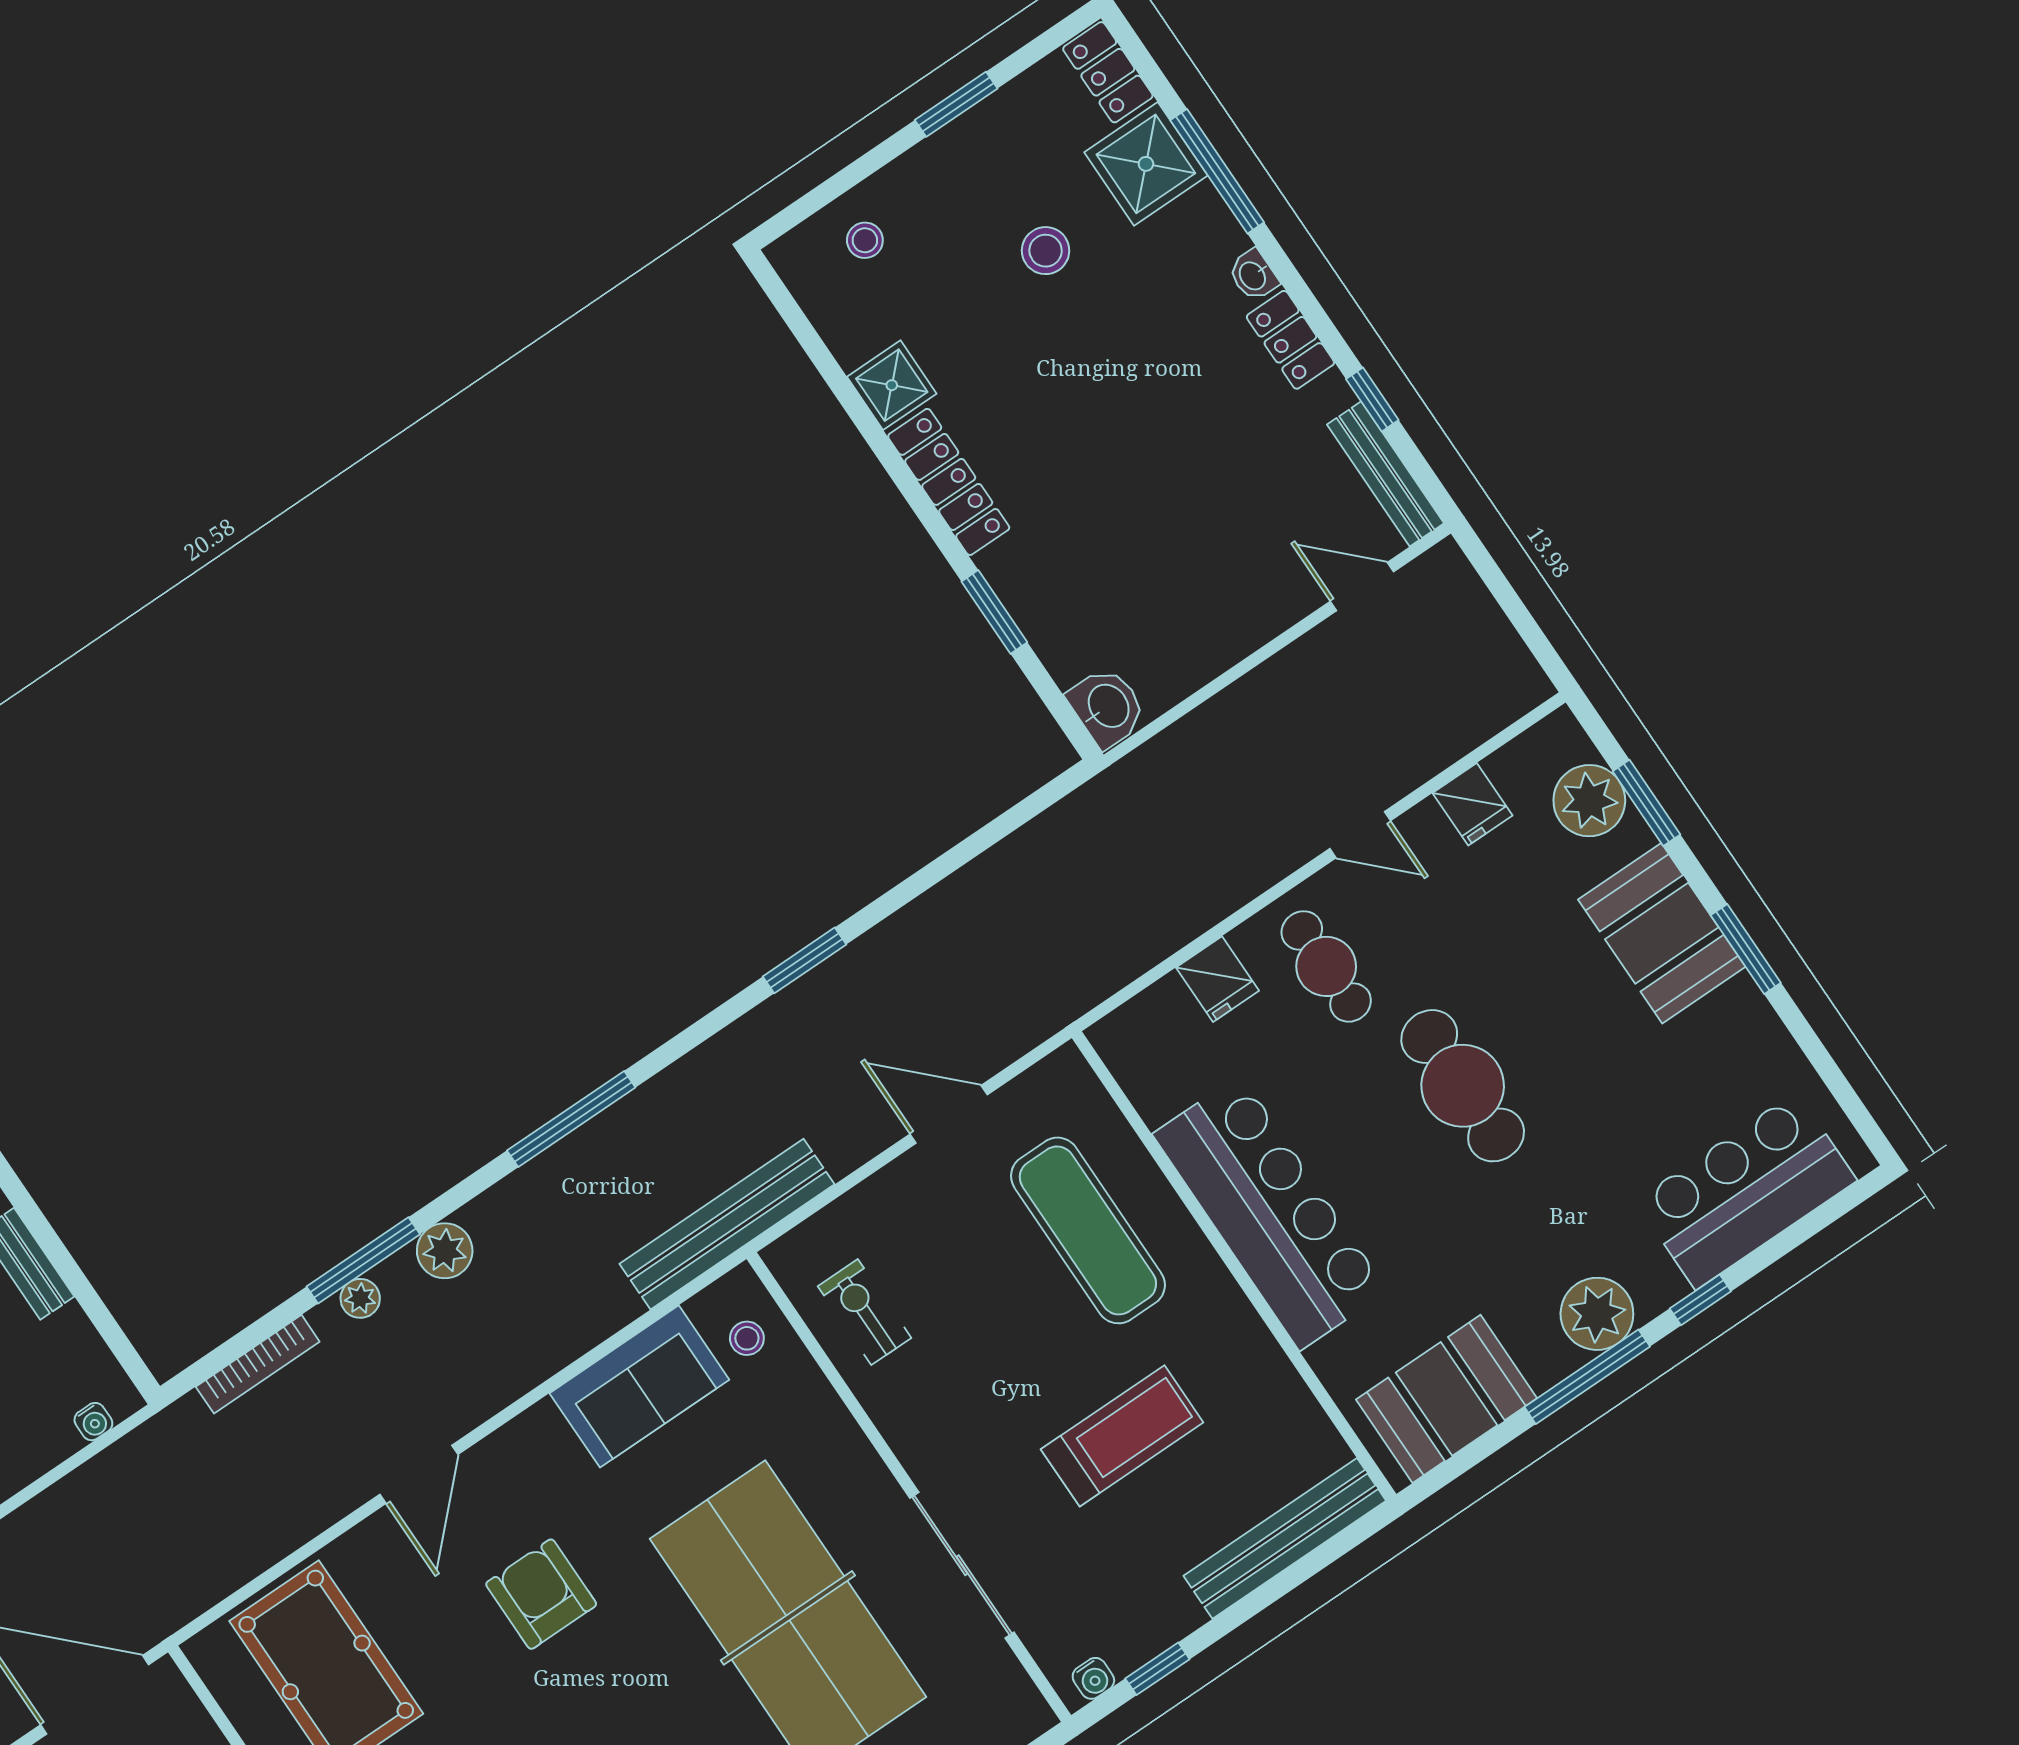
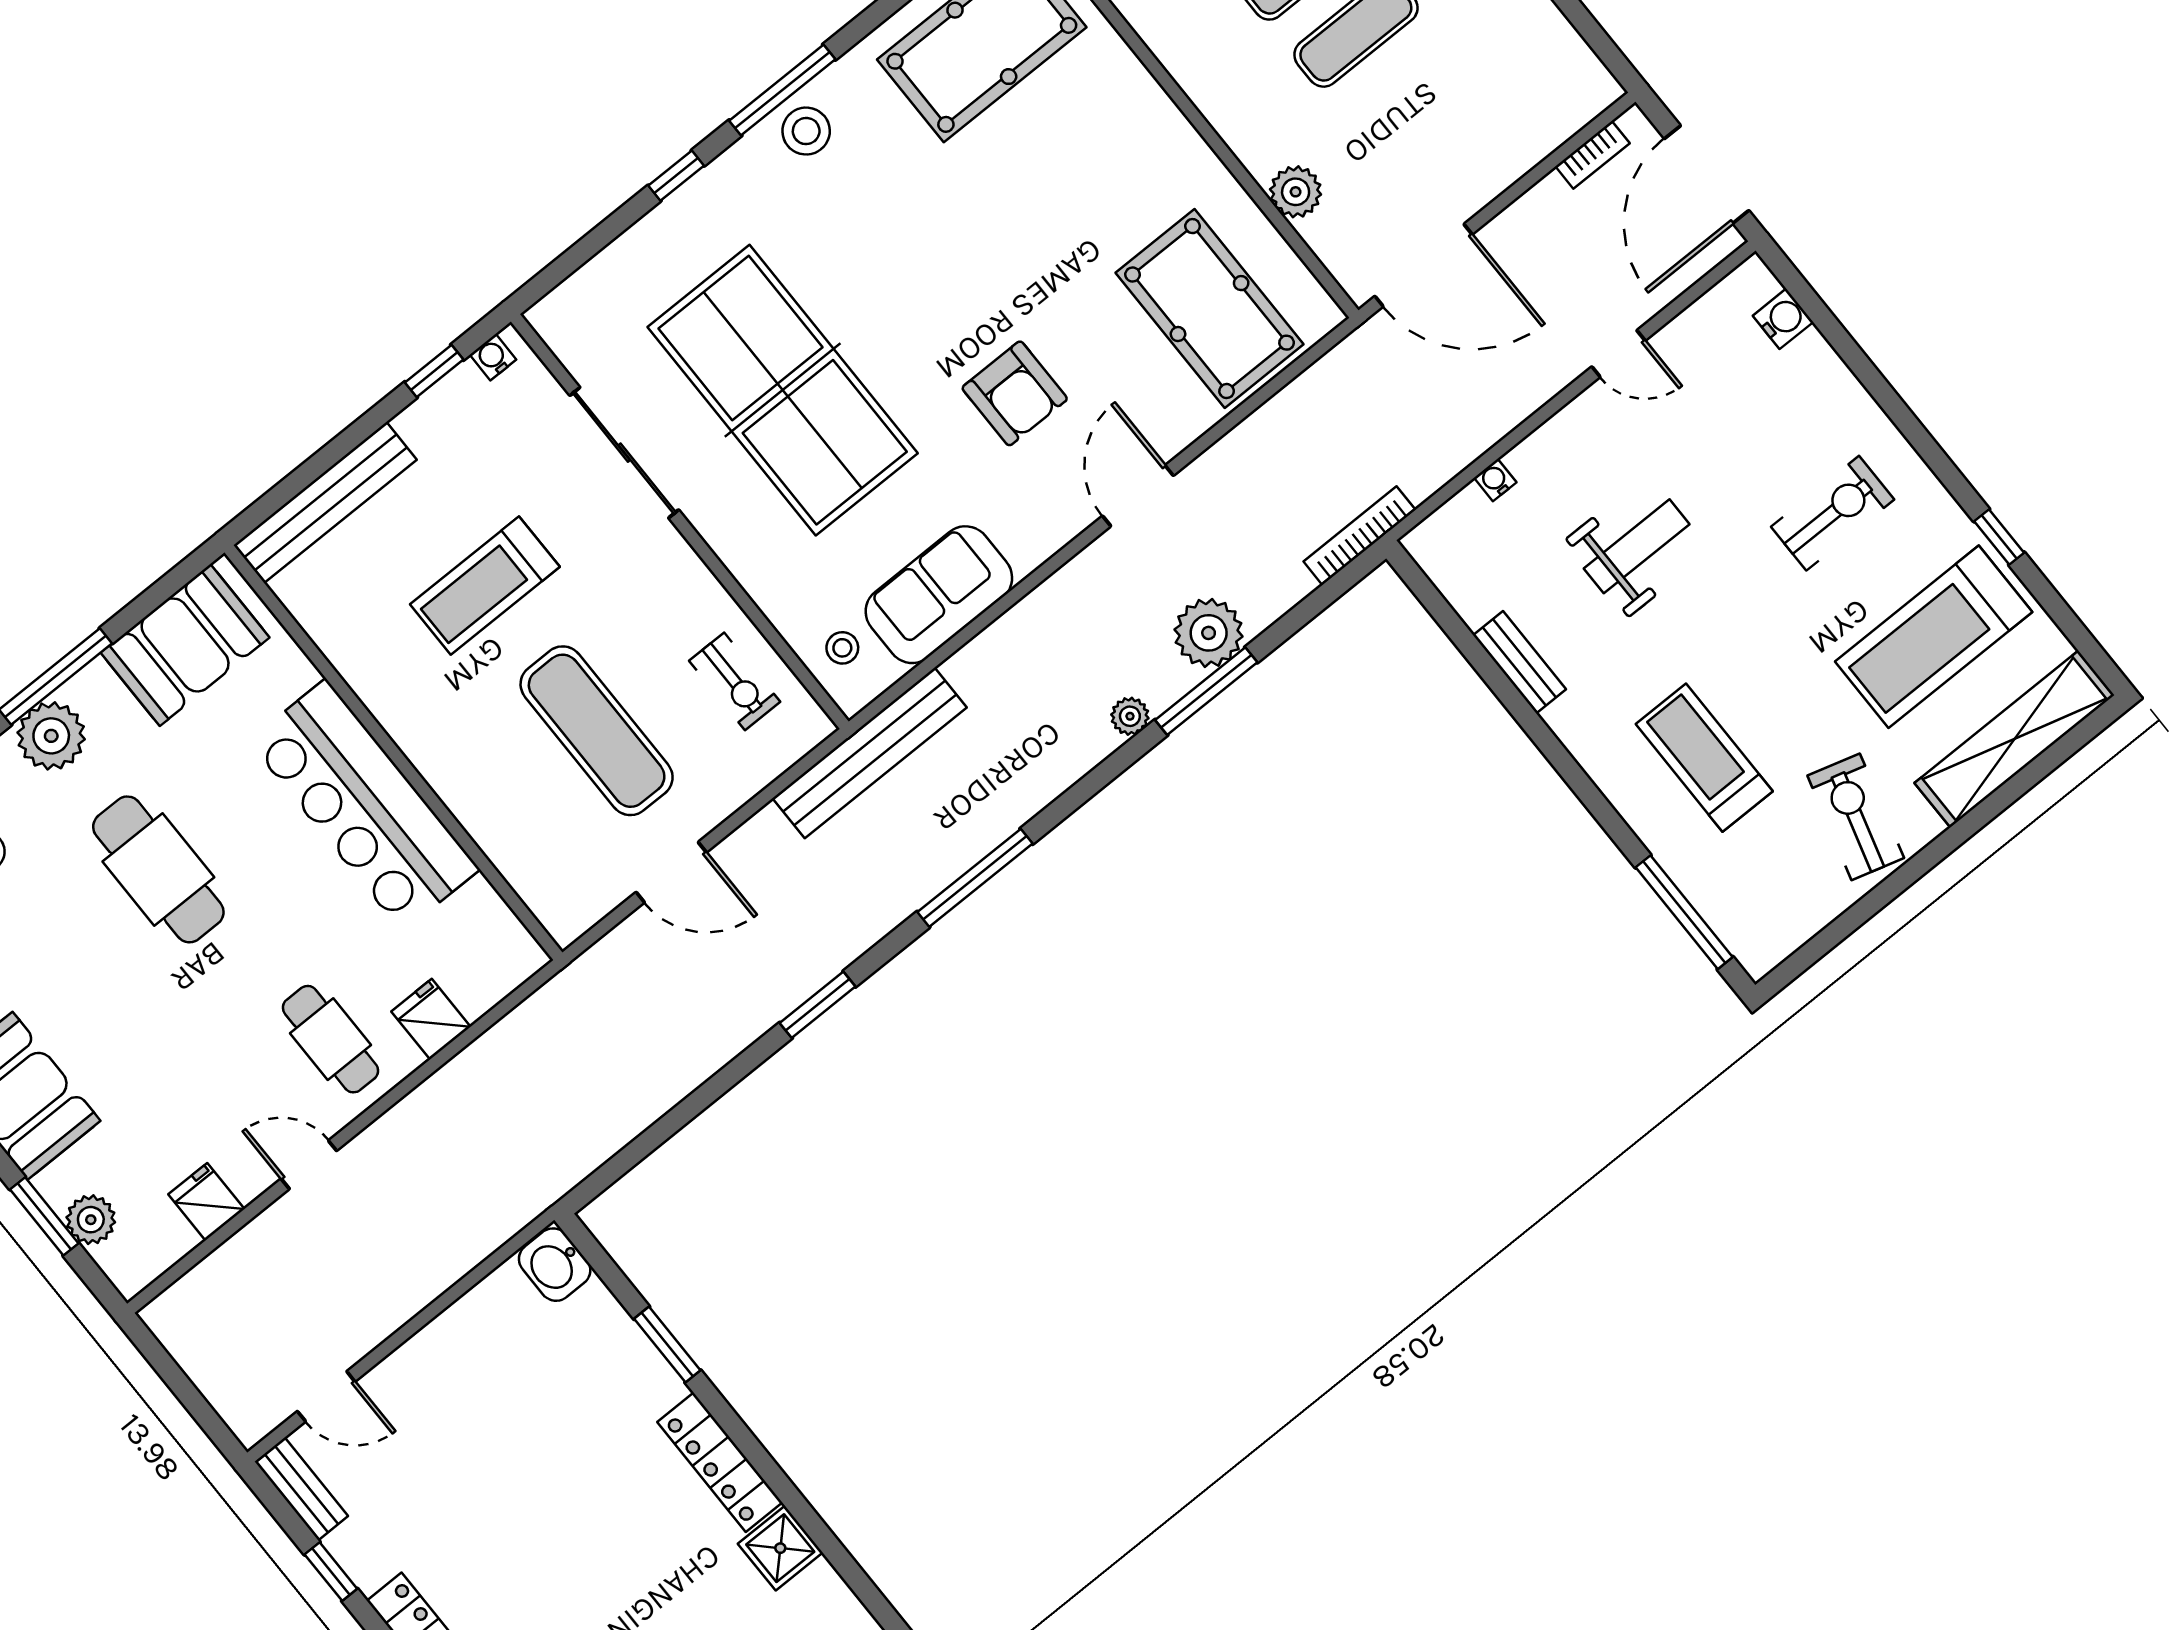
bench: (1385, 474) -> (301, 1489), width x0.73
plant: (1589, 801) -> (91, 1220), width x0.73, depth x0.73
cafe table: (1463, 1086) -> (158, 869), moved
window: (571, 1119) -> (975, 878), moved
exercise mat: (1088, 1230) -> (597, 731), moved
plant: (445, 1251) -> (1130, 716), width x0.73, depth x0.73
plant: (360, 1298) -> (1209, 633), width x1.87, depth x1.87
bookcase: (258, 1364) -> (1359, 536), moved
water cooler: (93, 1422) -> (1495, 480), moved

